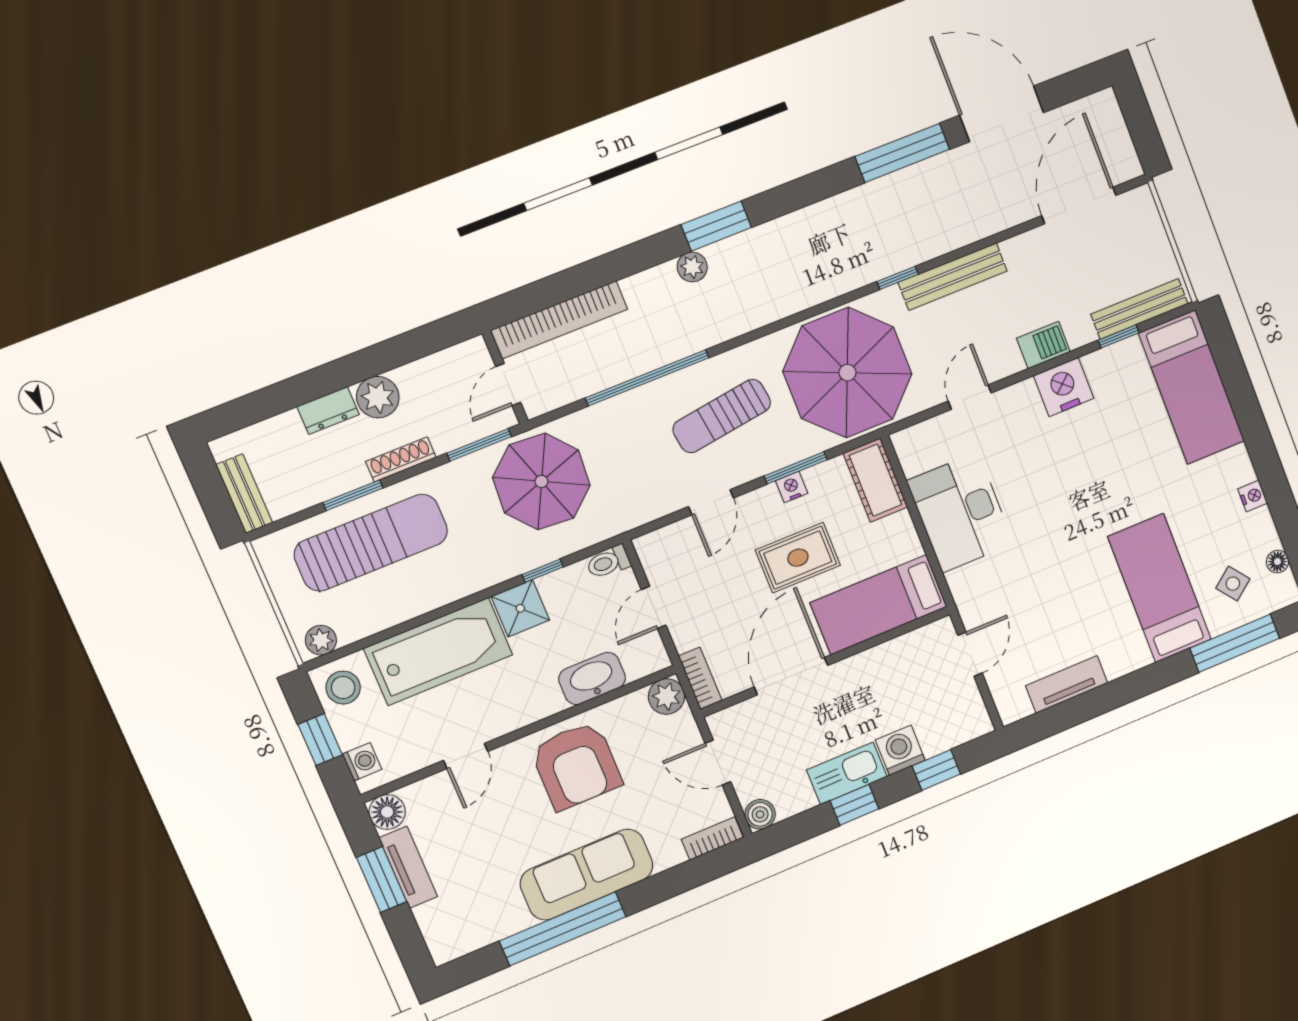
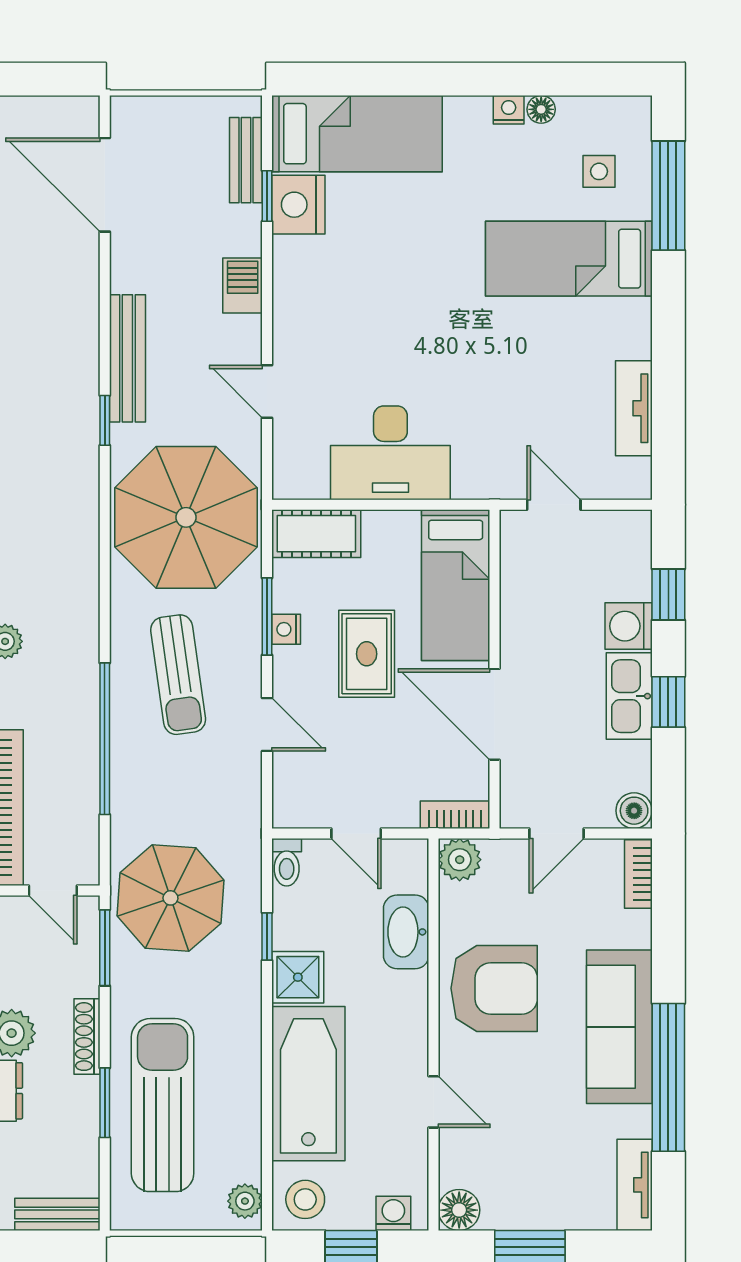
bench: (1139, 309) -> (246, 160), width x0.73
nightstand: (1064, 387) -> (298, 205), moved
floor lamp: (1278, 562) -> (541, 109), moved
side table: (1233, 584) -> (599, 171), turned 38
tv unit: (408, 867) -> (635, 1185), moved, turned -90

